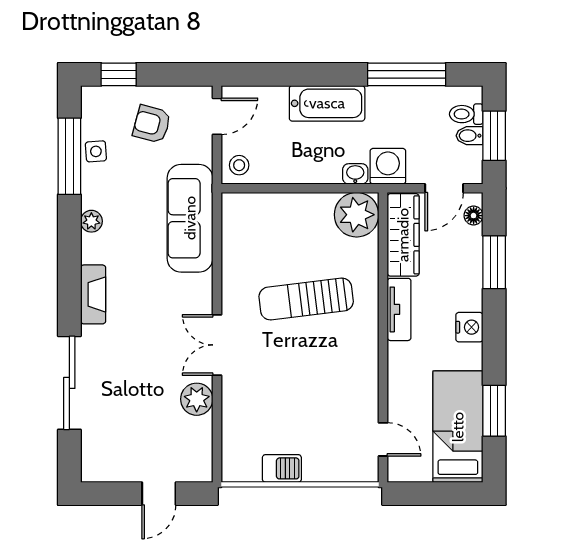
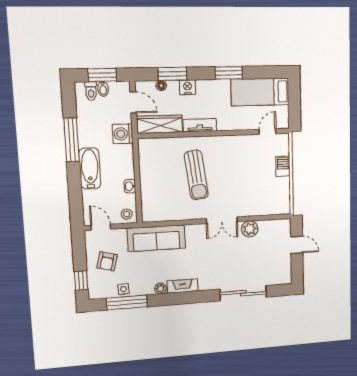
window: (407, 74) -> (72, 140), moved
washbasin: (355, 174) -> (130, 186), moved
plant: (357, 215) -> (150, 150), removed
floor lamp: (474, 216) -> (161, 85), moved
fireplace: (93, 294) -> (183, 286), moved
nightstand: (469, 327) -> (188, 87), moved
window: (494, 411) -> (229, 73), moved
barbecue: (282, 468) -> (283, 166), moved

